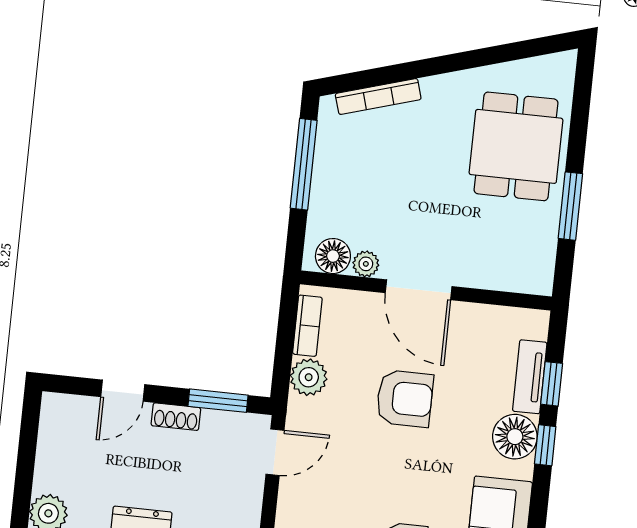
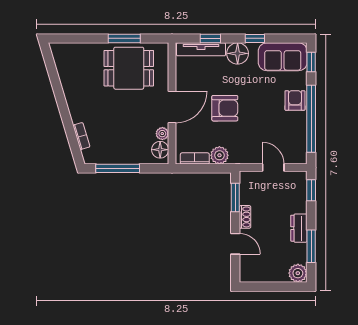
bookcase: (378, 96) -> (81, 136), width x0.64
dining table: (516, 146) -> (129, 68), moved
tv unit: (530, 377) -> (201, 49), width x1.41
armchair: (405, 399) -> (225, 108), turned 90
window: (545, 445) -> (255, 38), moved
door: (275, 452) -> (273, 168), moved

